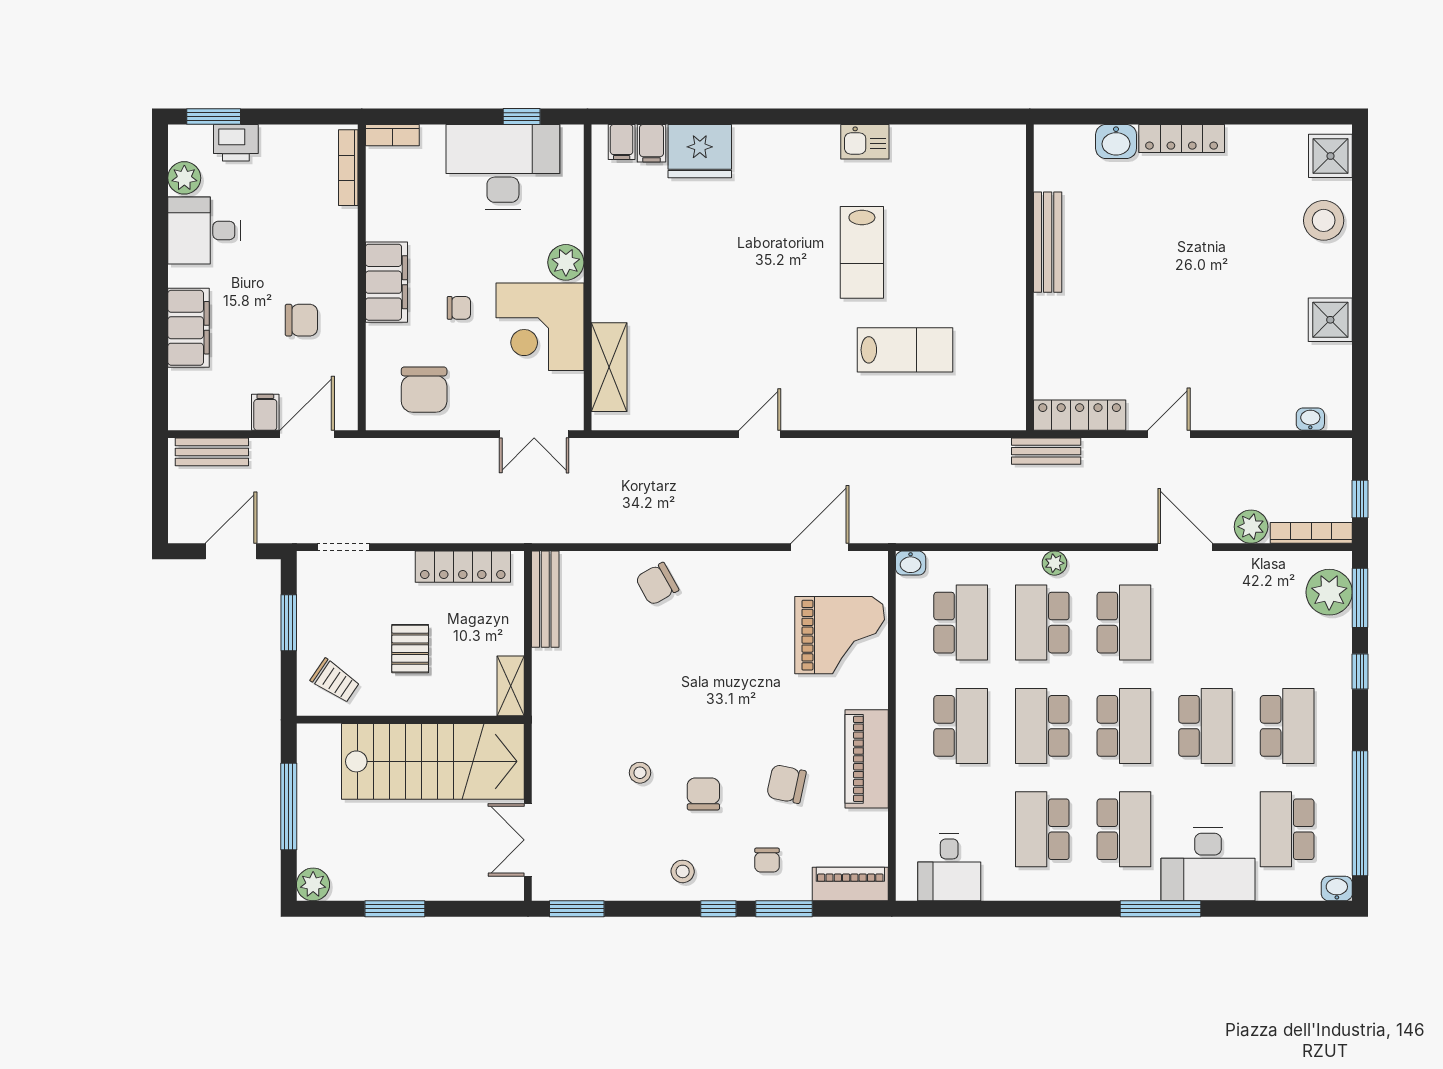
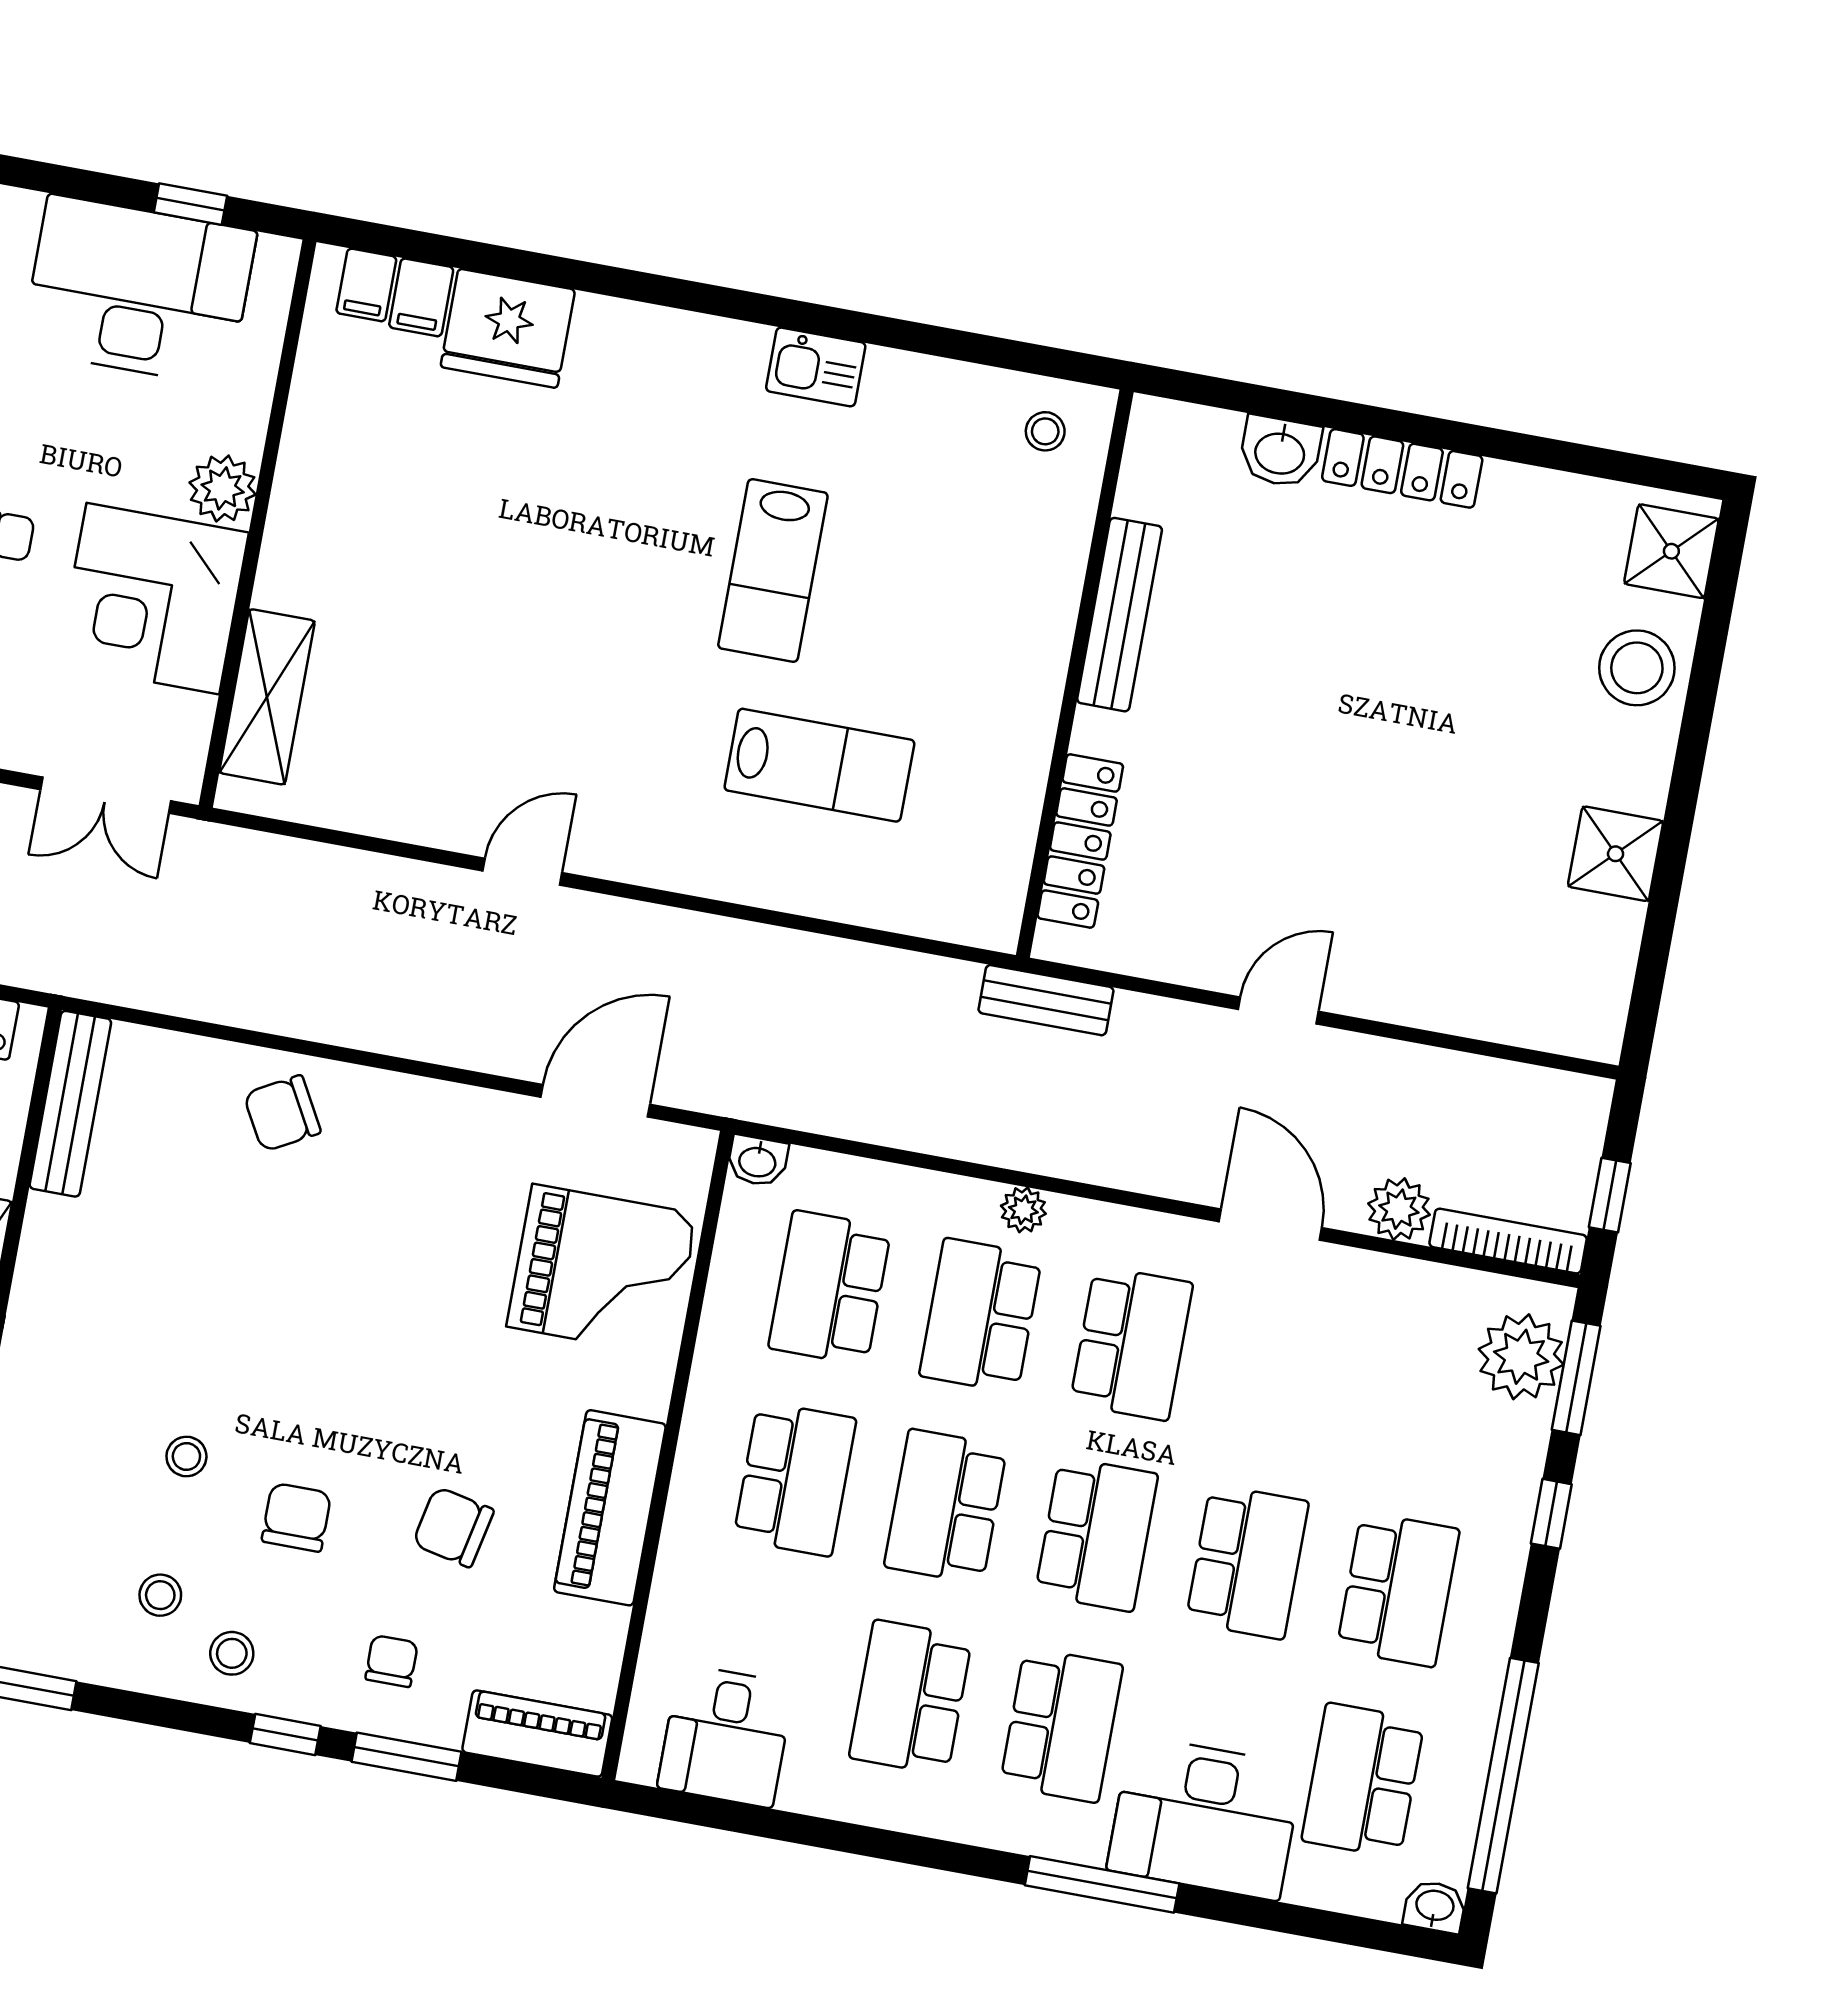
stool: (991, 153) -> (1045, 431), added
locker: (1080, 415) -> (1080, 841), moved, turned 90
washbasin: (1310, 419) -> (1545, 1031), removed
school desk: (961, 623) -> (830, 1288), turned 180
stool: (640, 848) -> (160, 1595), added
chair: (767, 860) -> (392, 1661), turned 180

